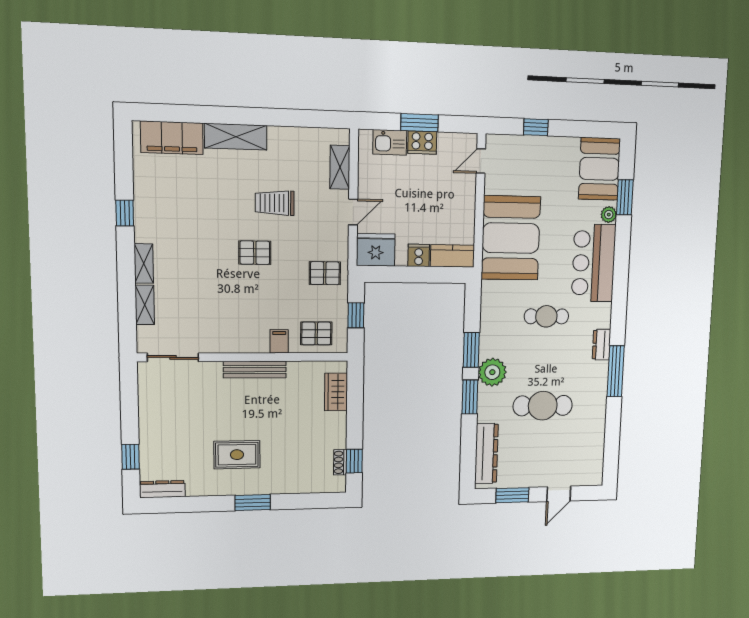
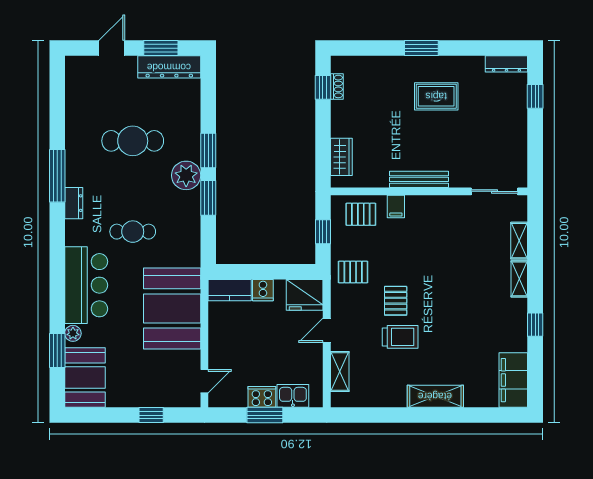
filing cabinet: (172, 138) -> (513, 380), moved, turned -90
pallet: (255, 253) -> (396, 301), moved, turned 90
dresser: (486, 454) -> (169, 67), moved, turned -90

